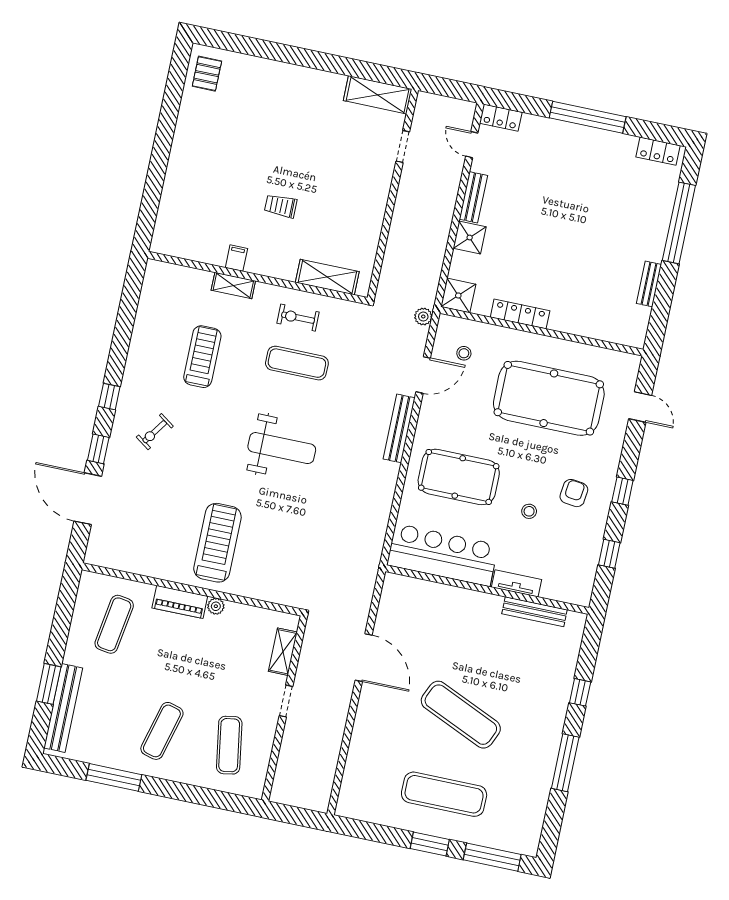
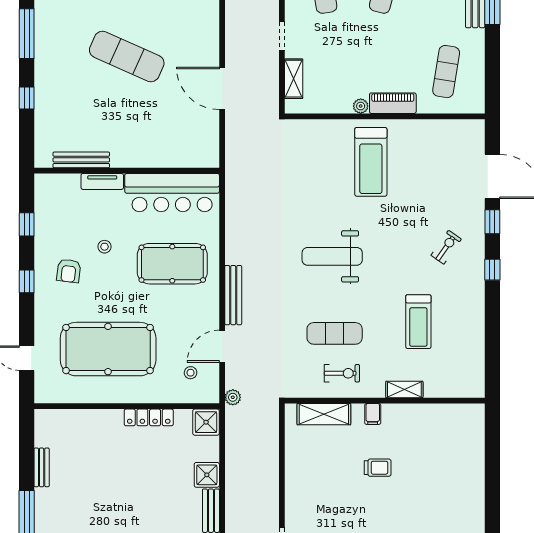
filing cabinet: (236, 258) -> (373, 414), moved

